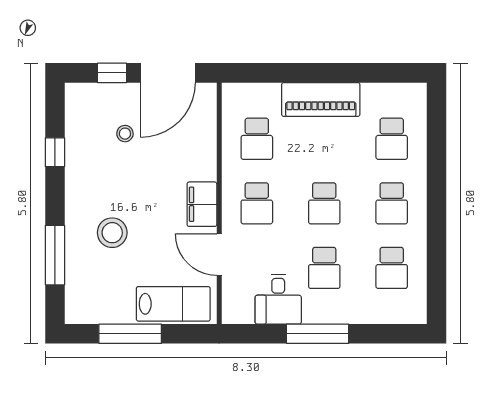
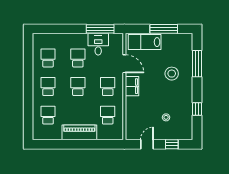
door: (168, 73) -> (147, 144), width x0.53
window: (318, 334) -> (100, 29), moved

